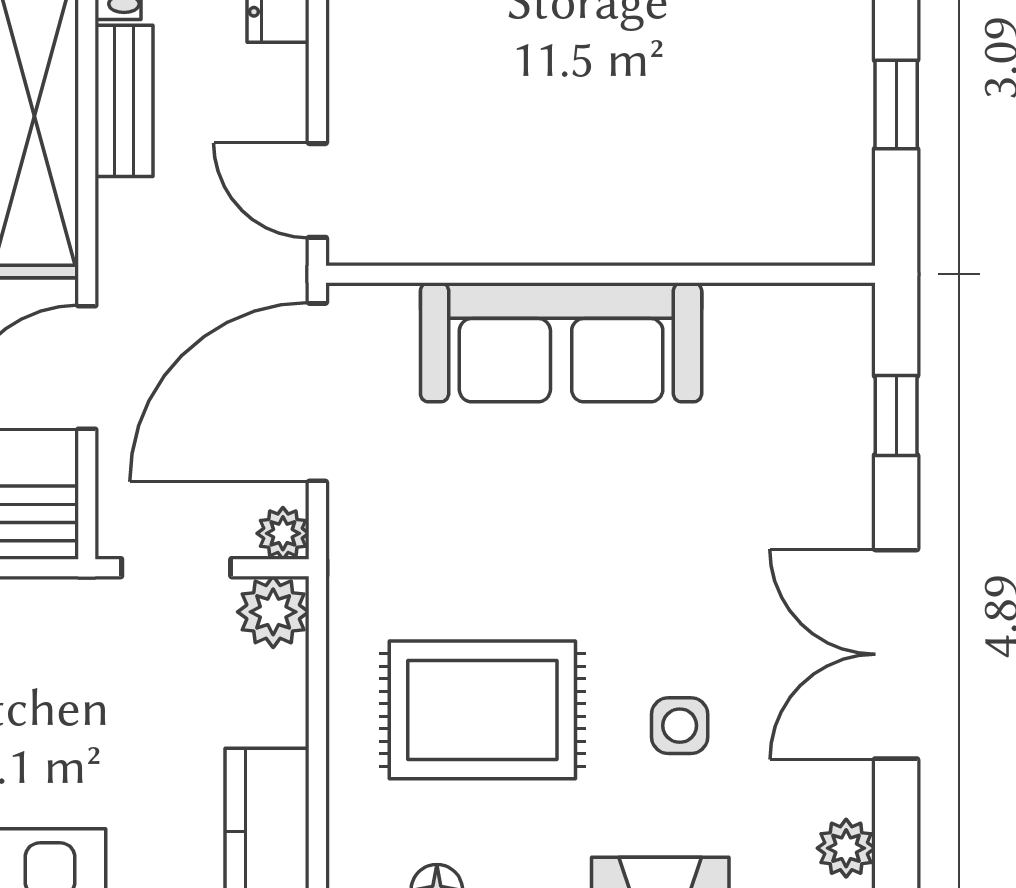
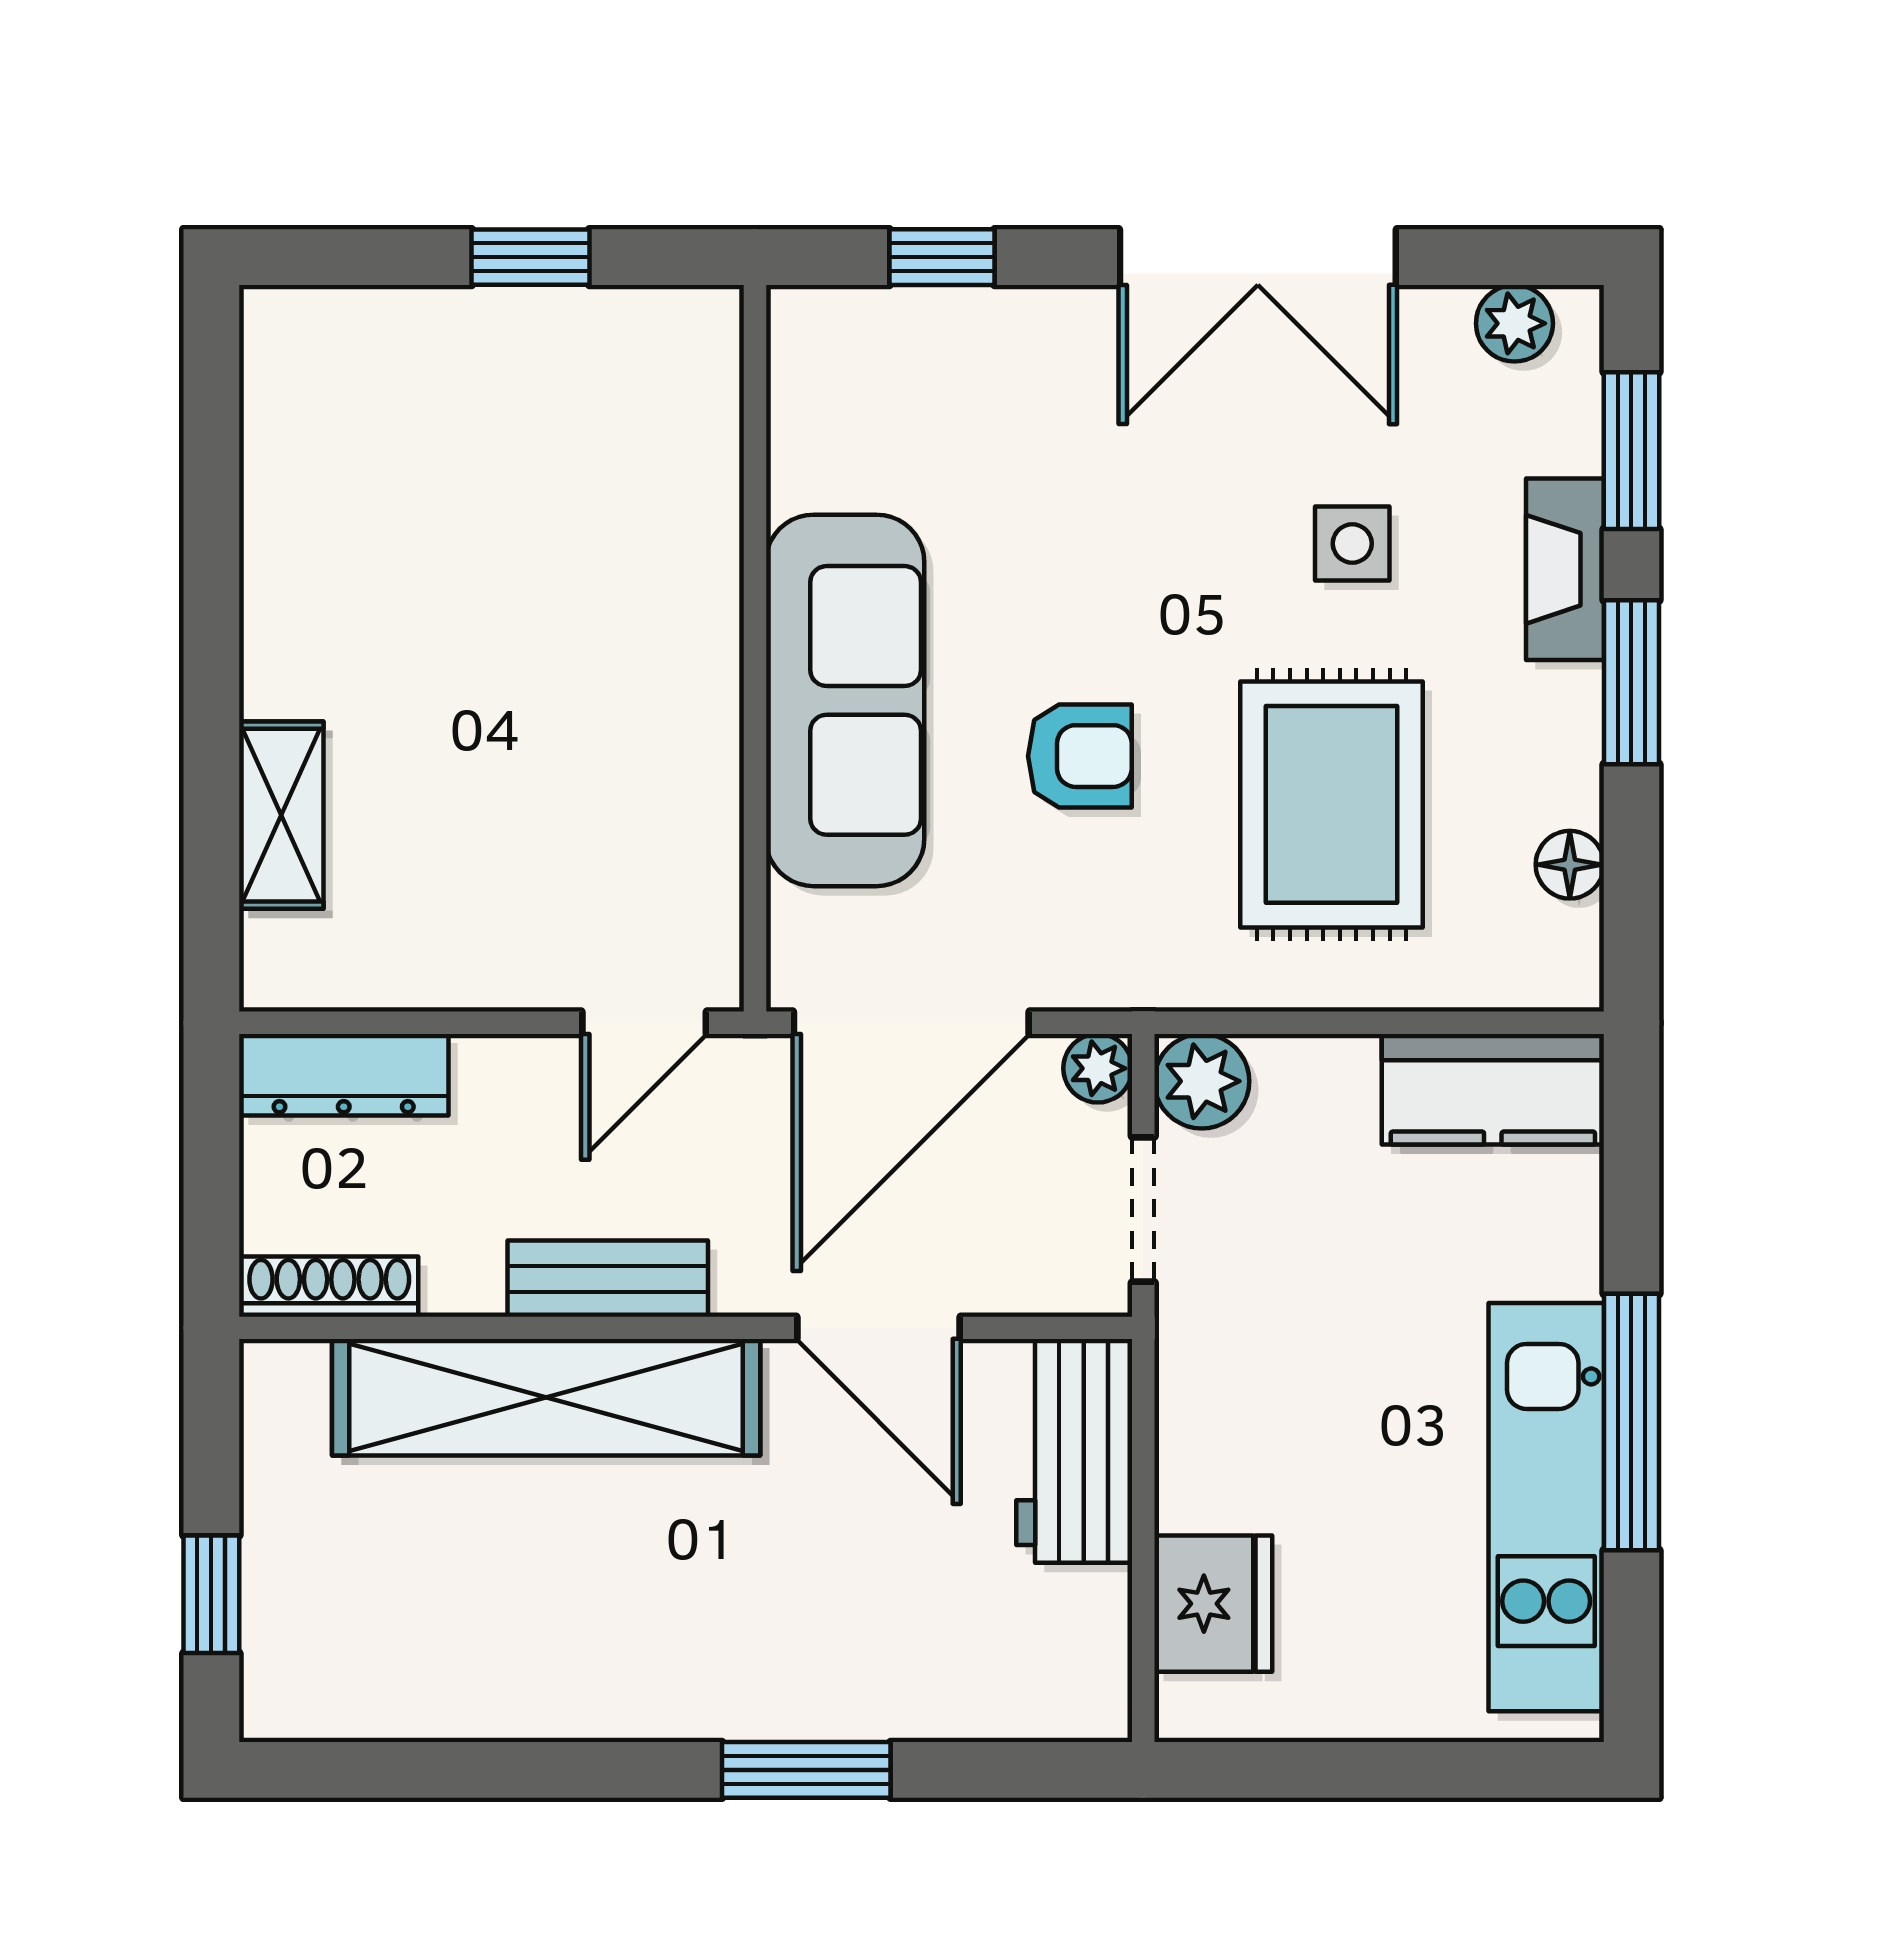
bench: (124, 101) -> (608, 1279), moved
door: (317, 392) -> (911, 1023), hinge flipped
armchair: (519, 520) -> (1080, 756), added

